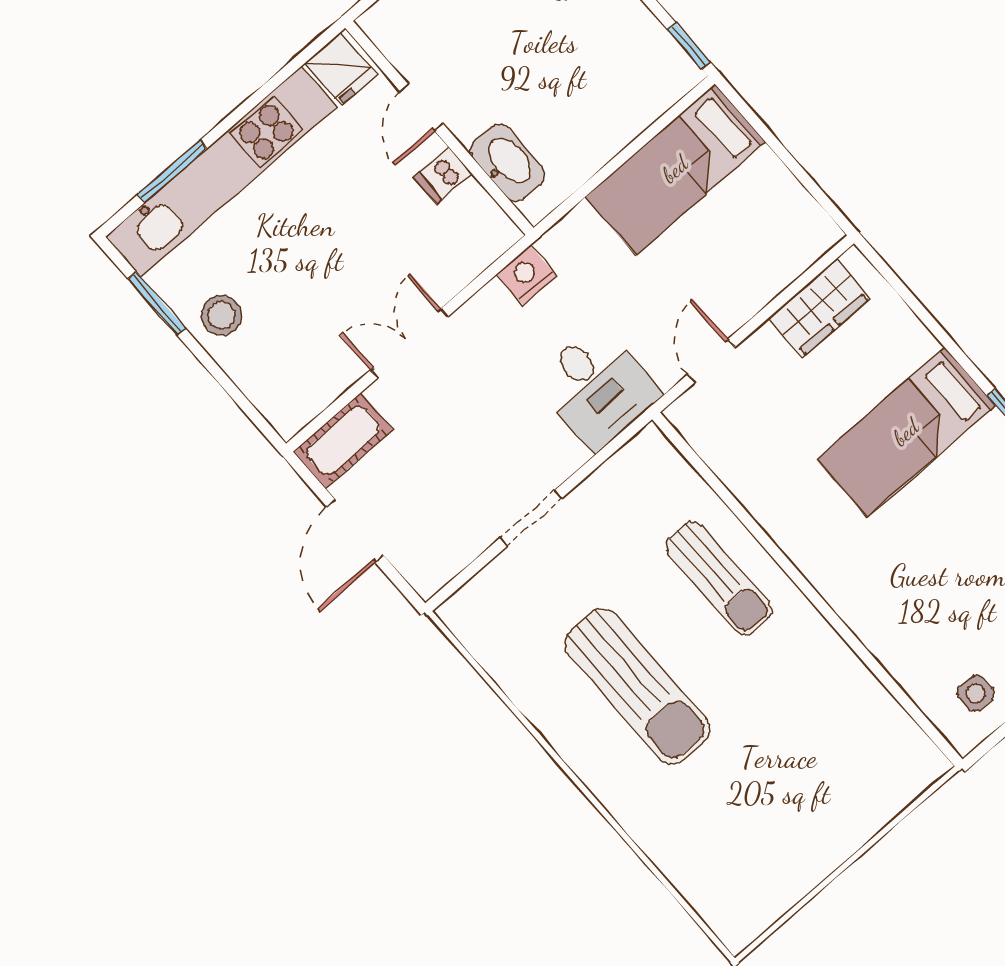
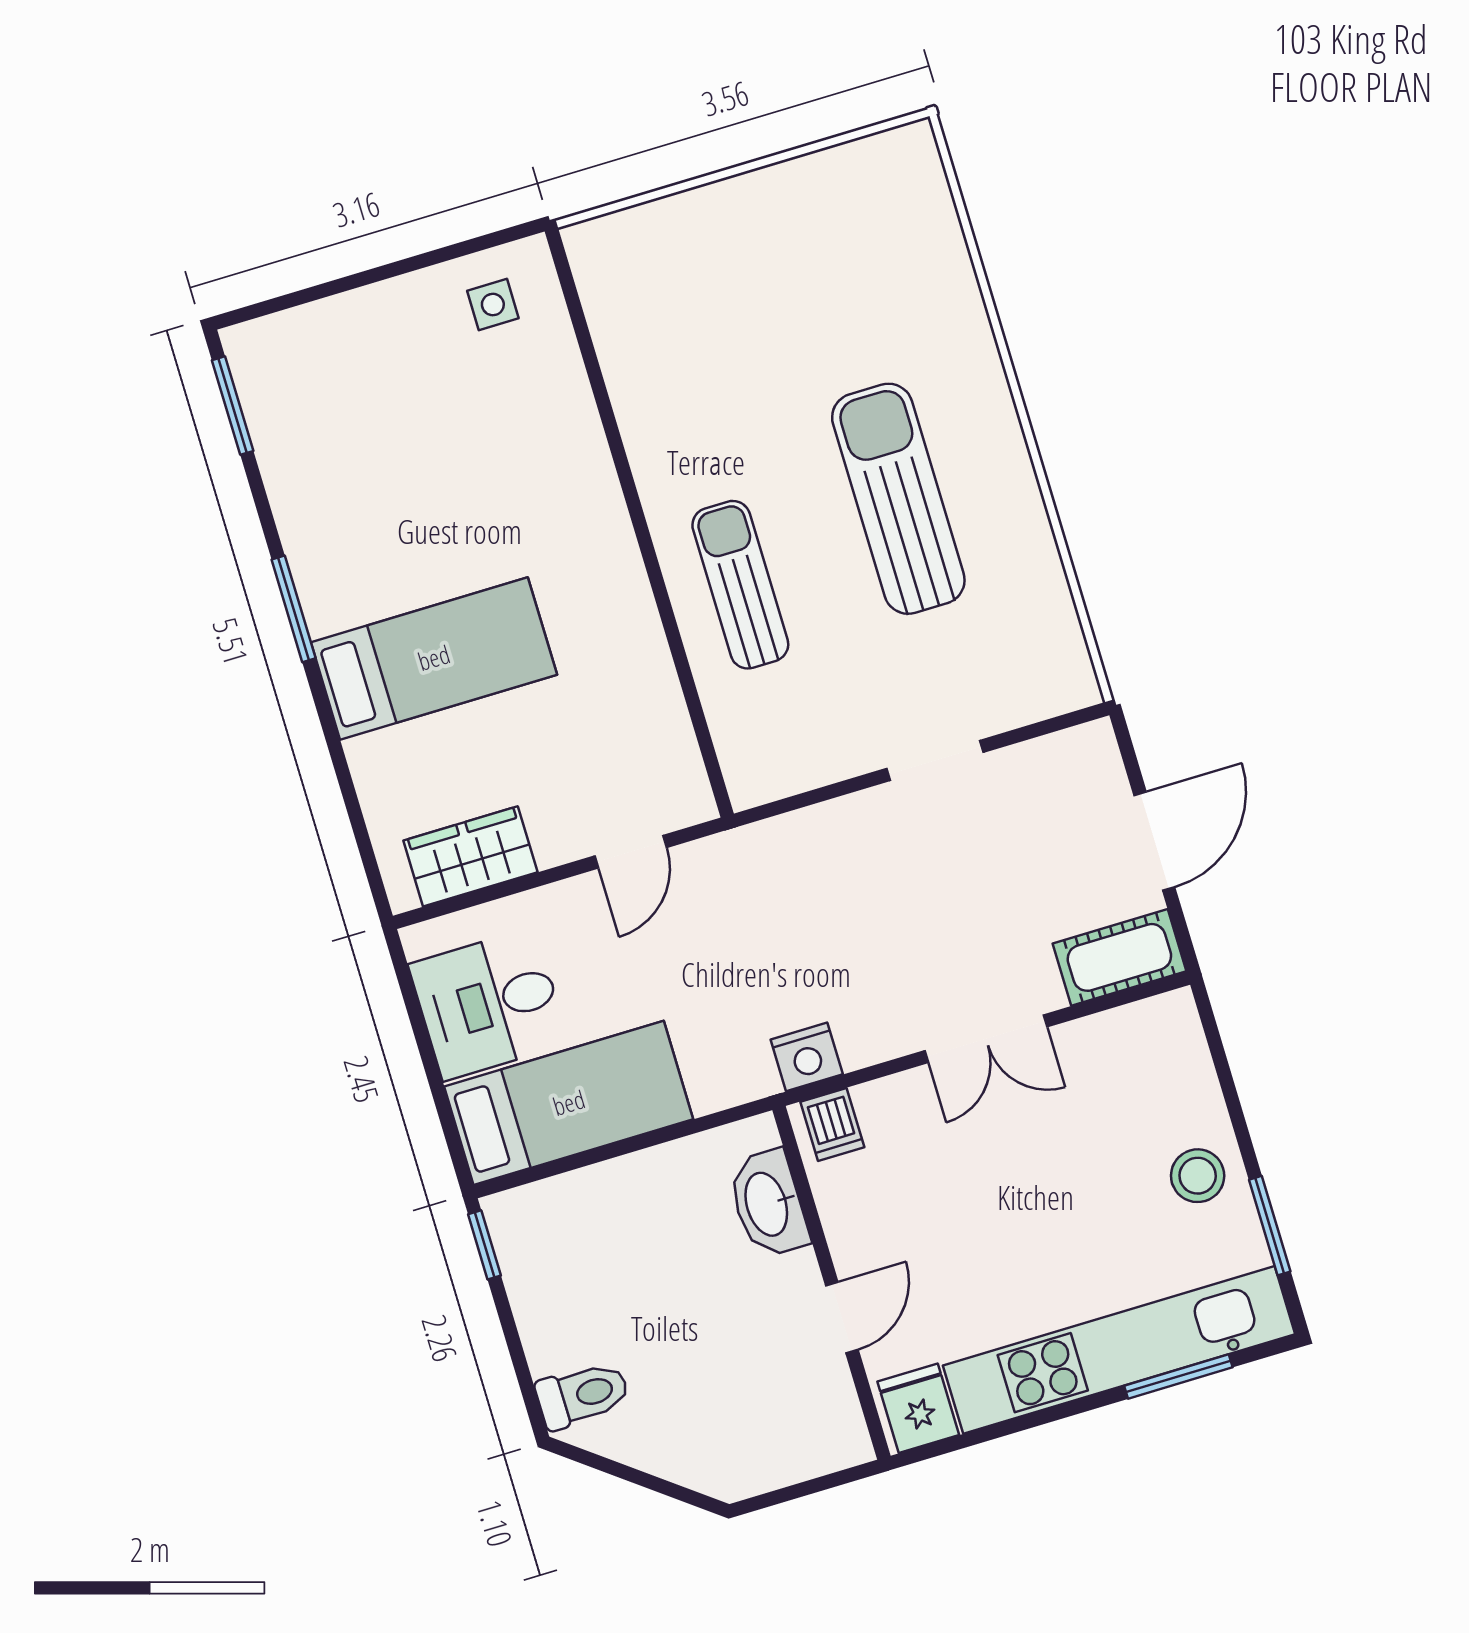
dishwasher: (443, 175) -> (832, 1124), moved, turned 90
desk: (597, 387) -> (489, 1004), moved, turned -90

